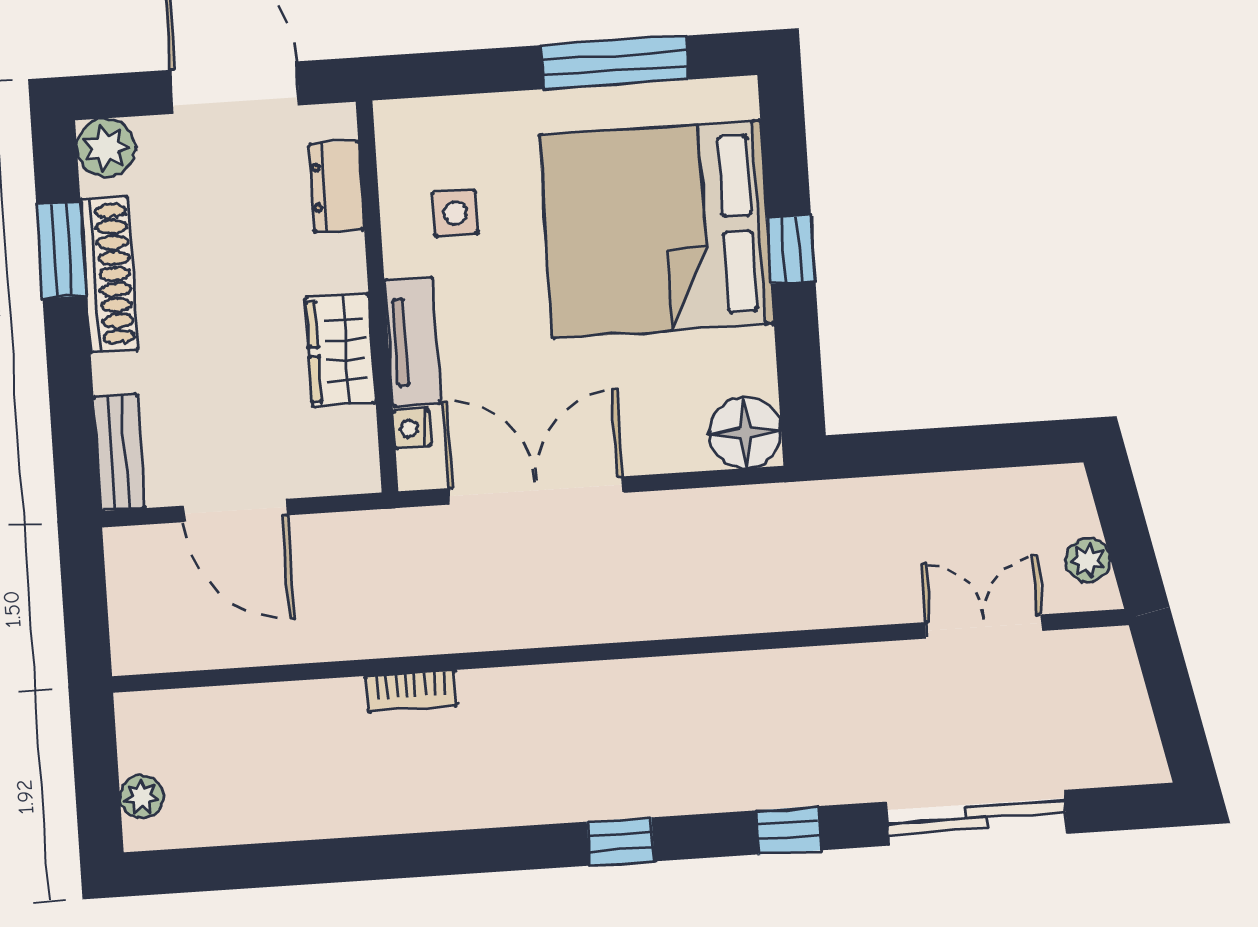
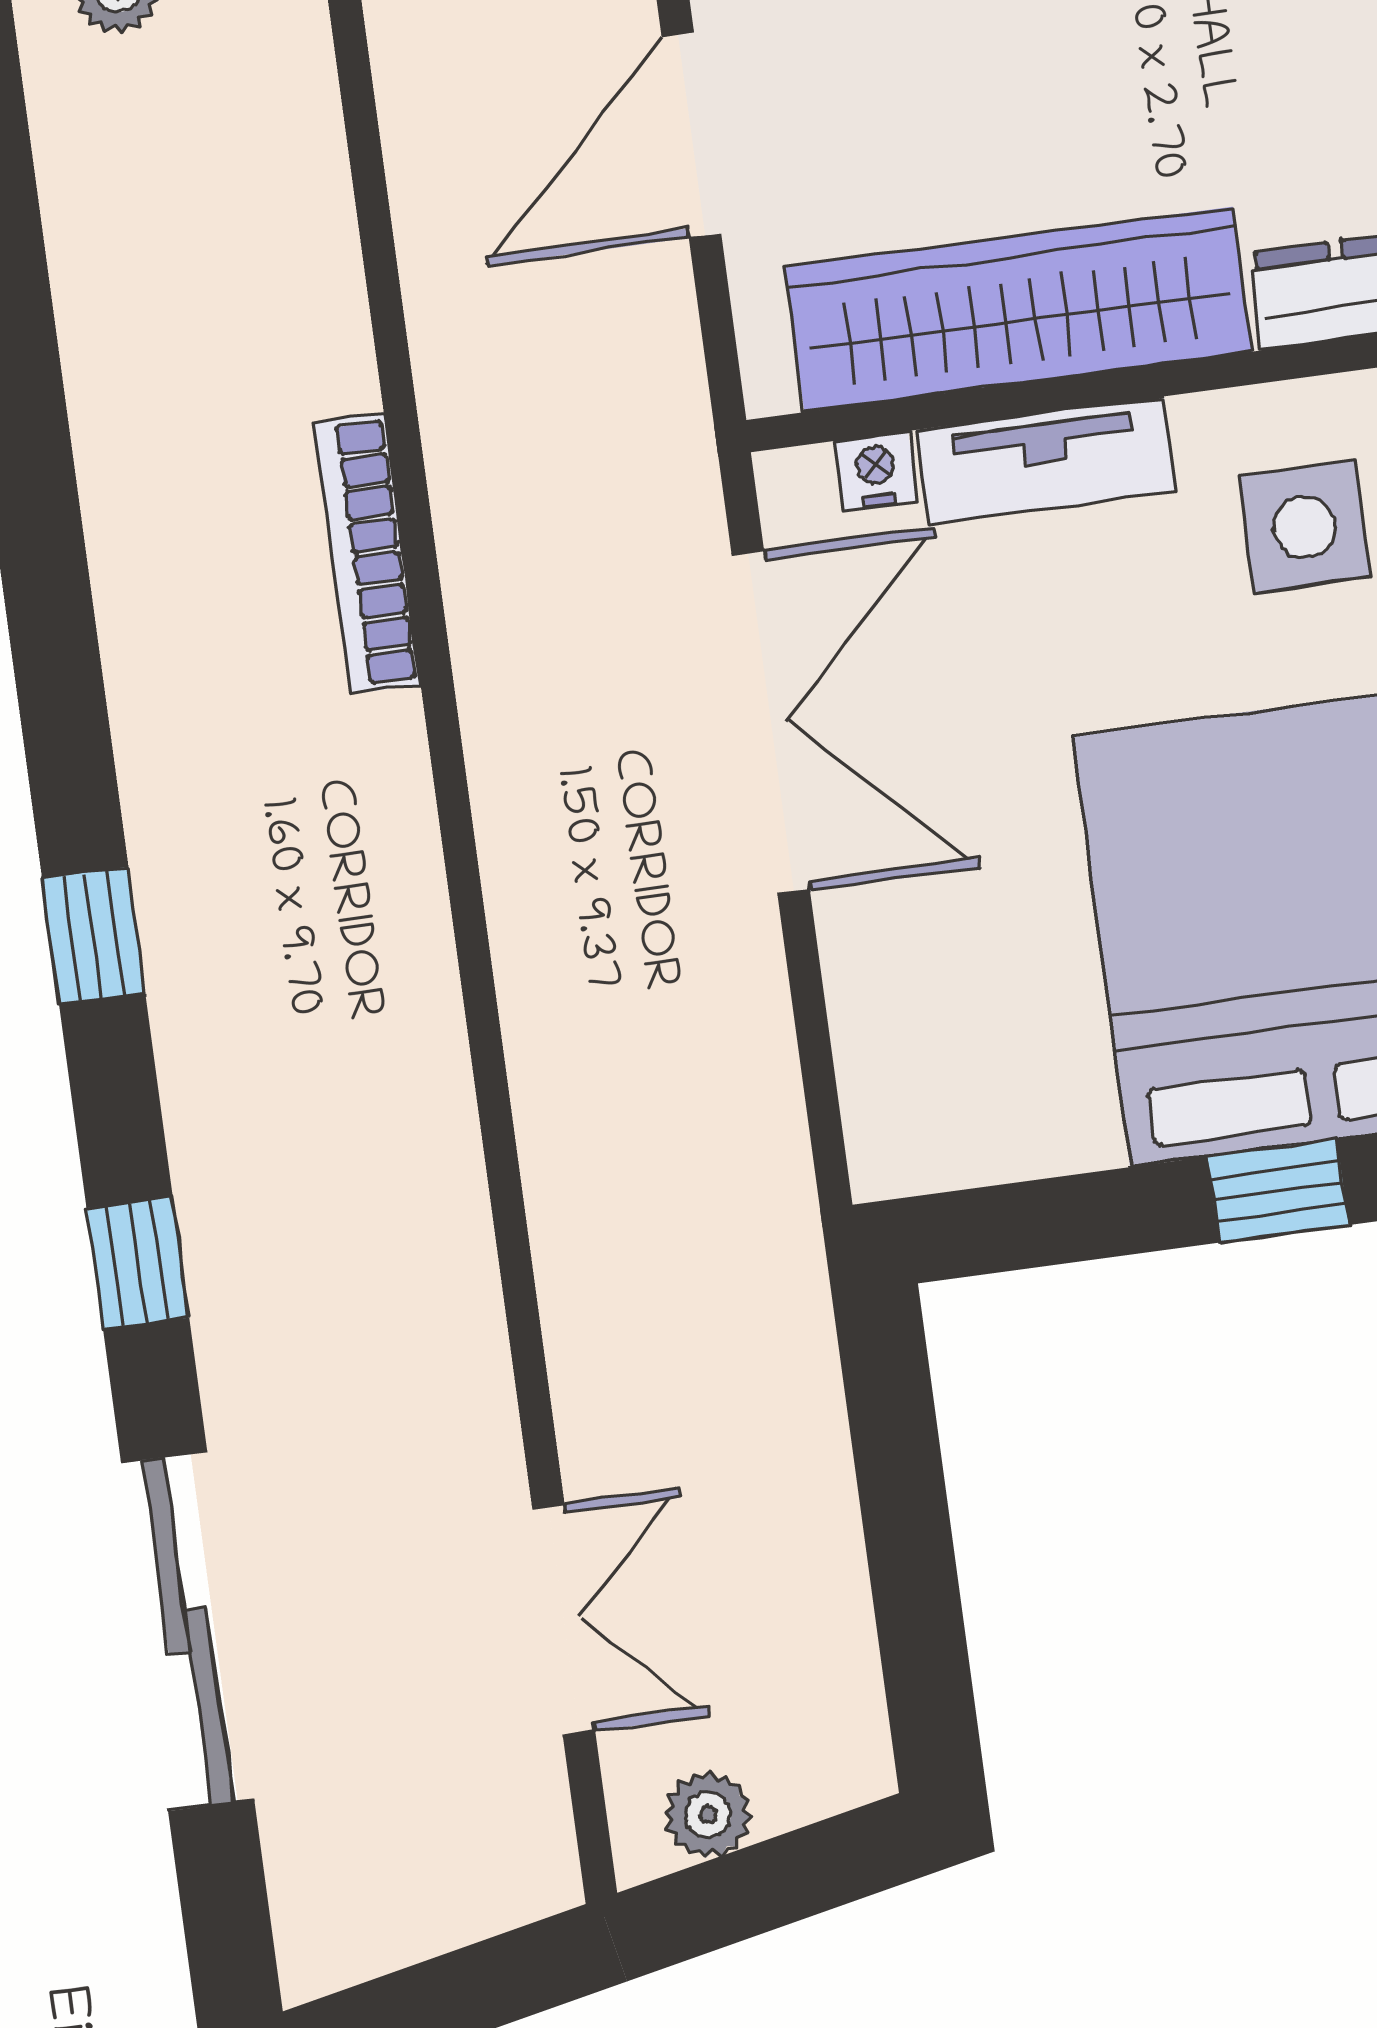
side table: (455, 213) -> (1305, 527), width x1.37, depth x1.37
wardrobe: (340, 350) -> (1018, 309), width x2.10, depth x1.17
floor lamp: (746, 433) -> (912, 1126), removed
bookcase: (411, 691) -> (368, 553), width x1.56

